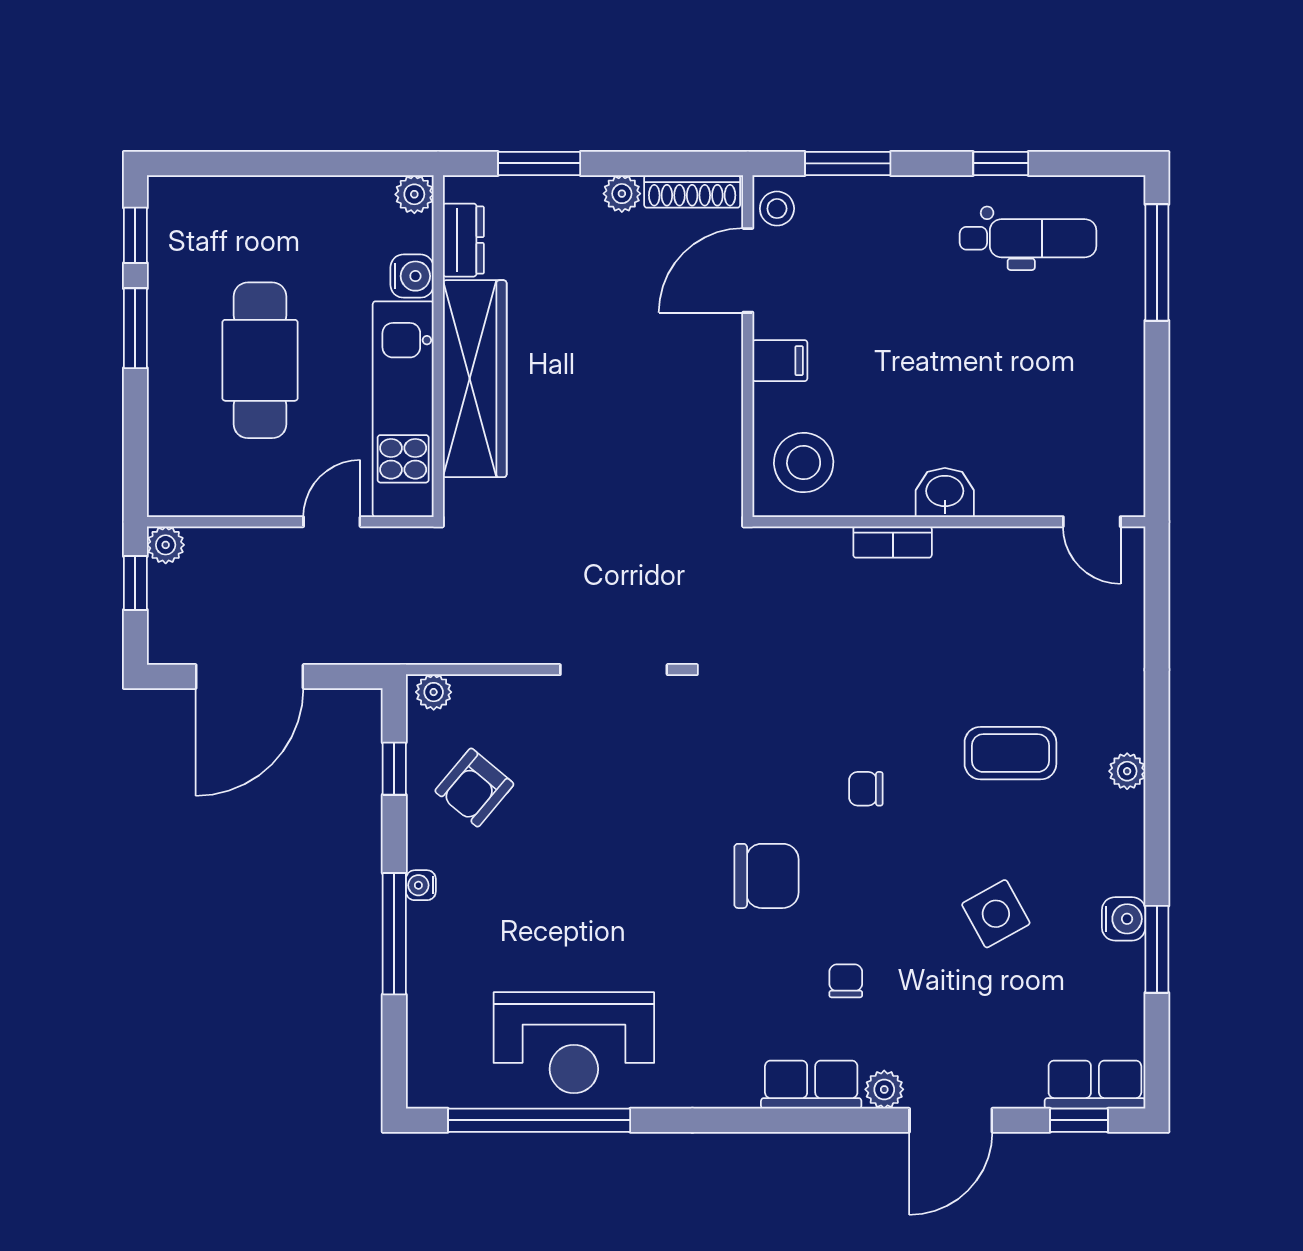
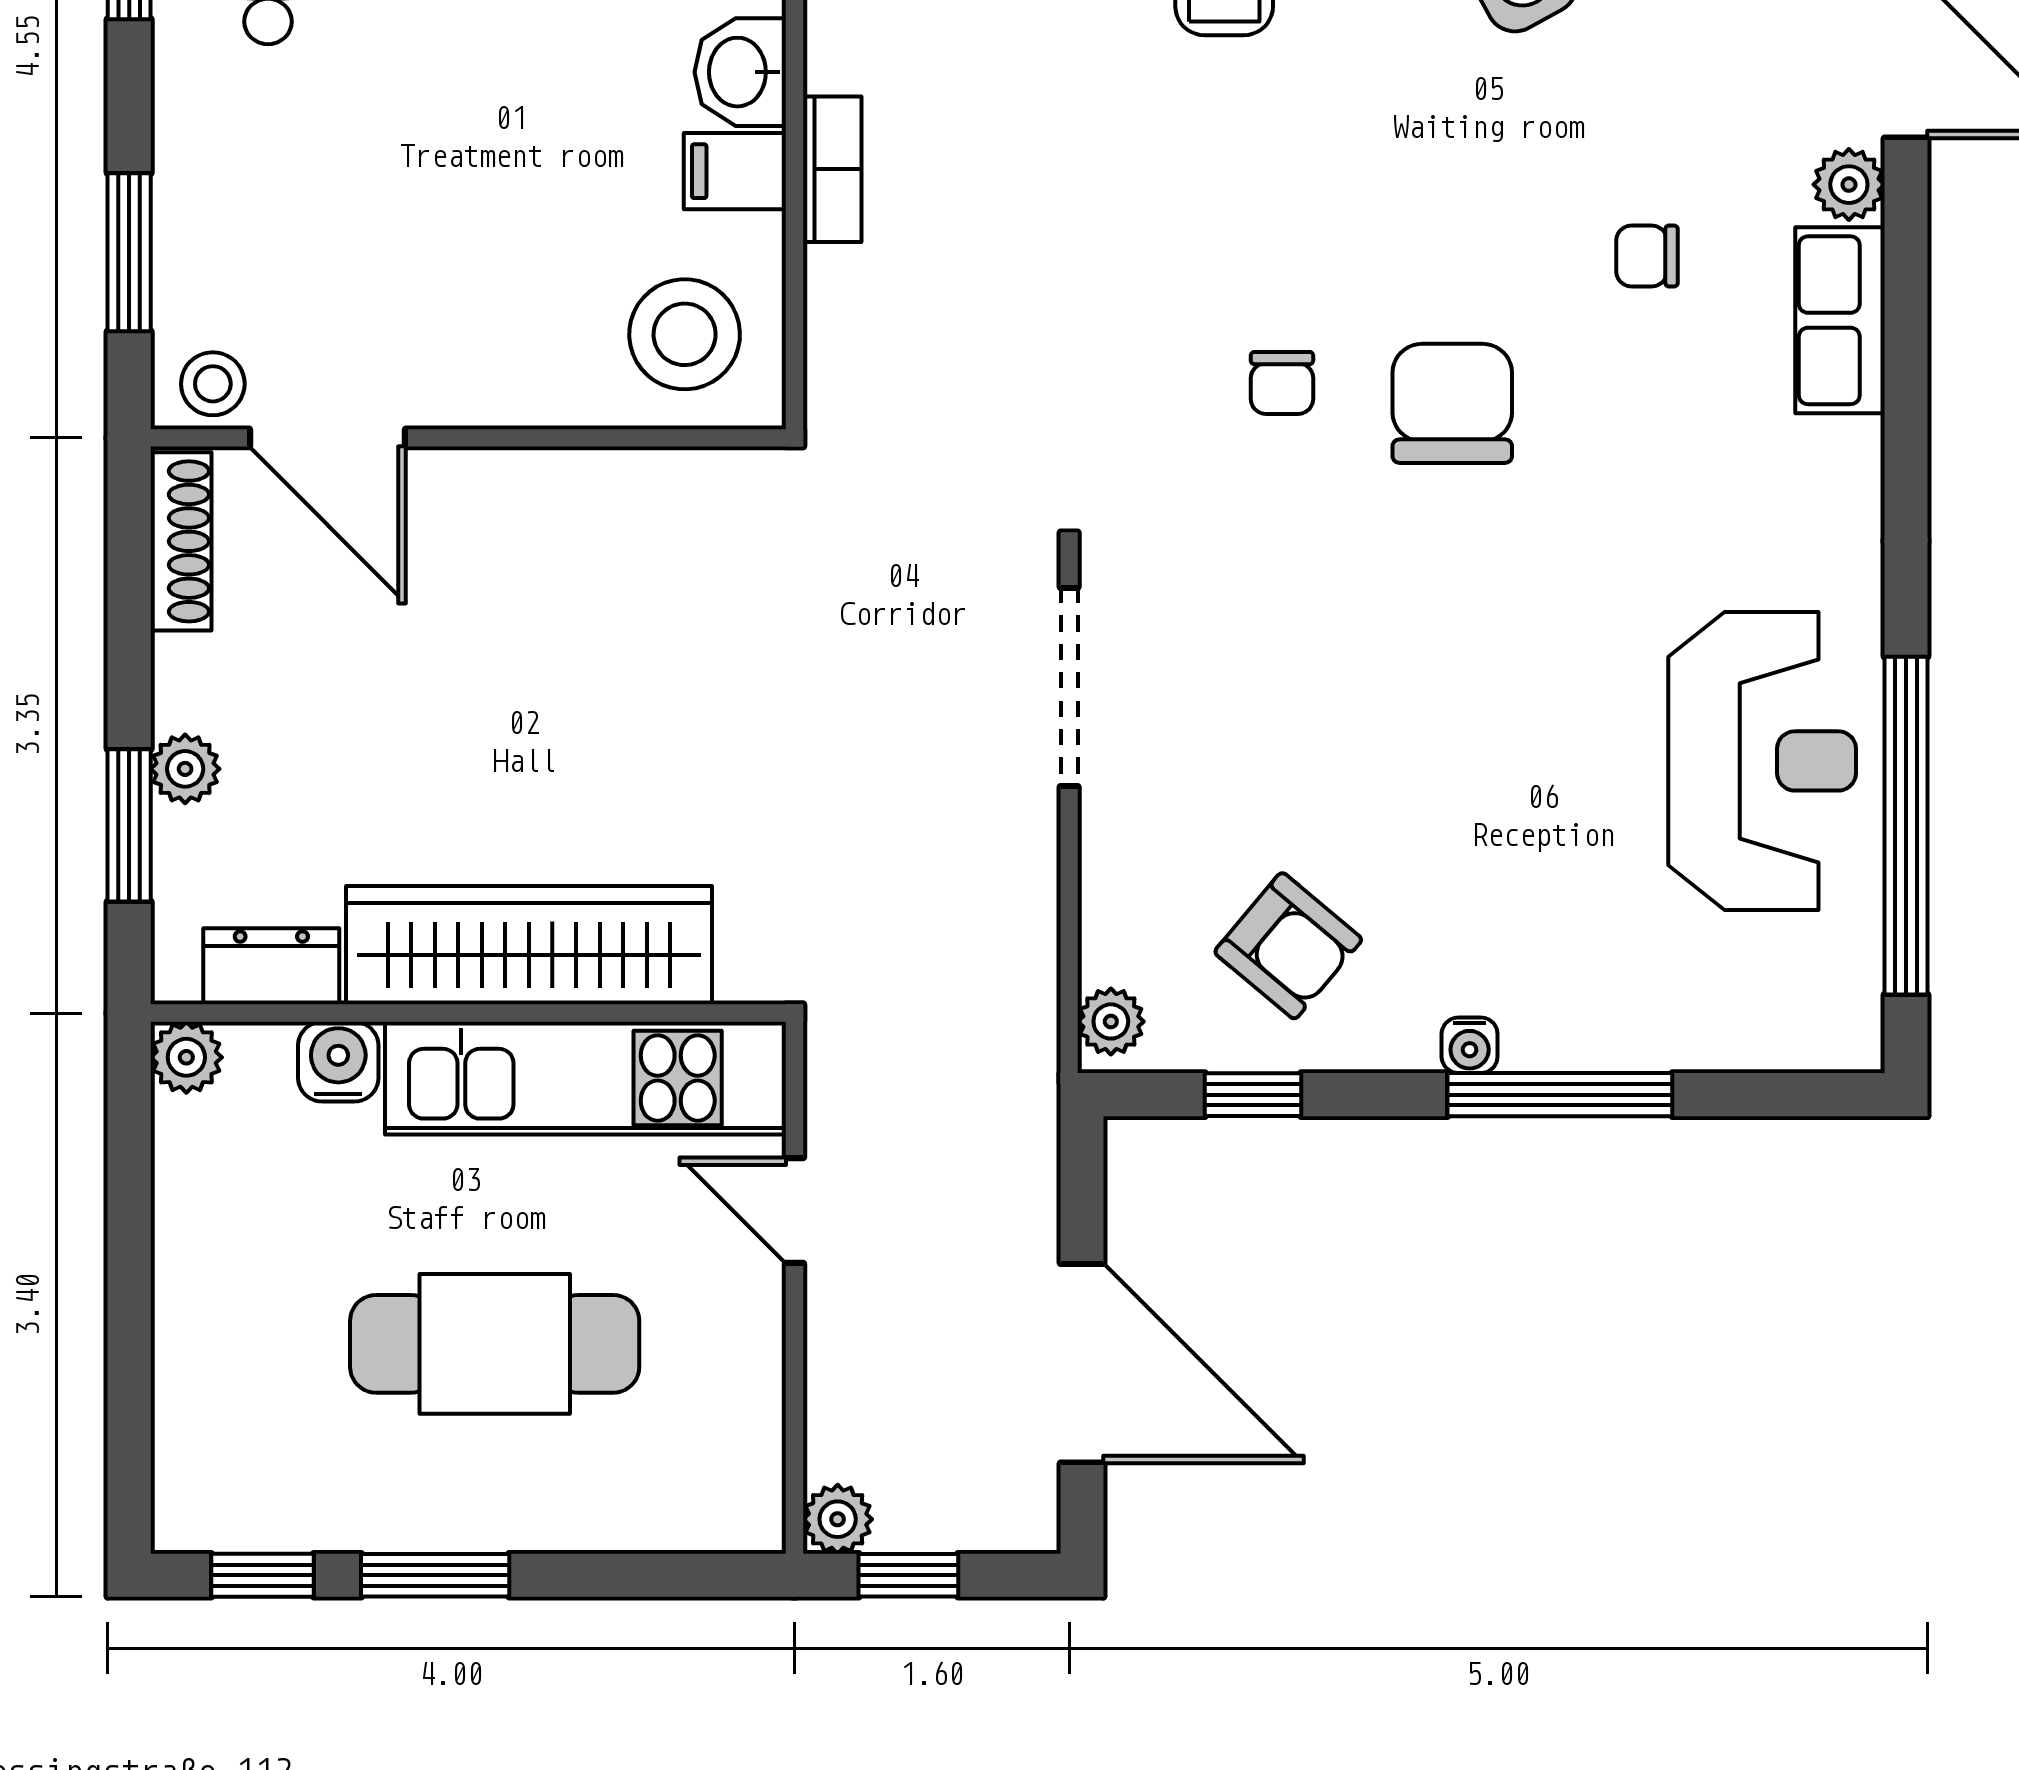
plant: (622, 194) -> (185, 769), moved
filing cabinet: (780, 361) -> (735, 171), moved, turned -90
chair: (866, 789) -> (1282, 383), moved

